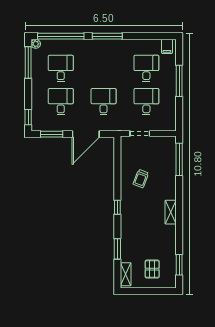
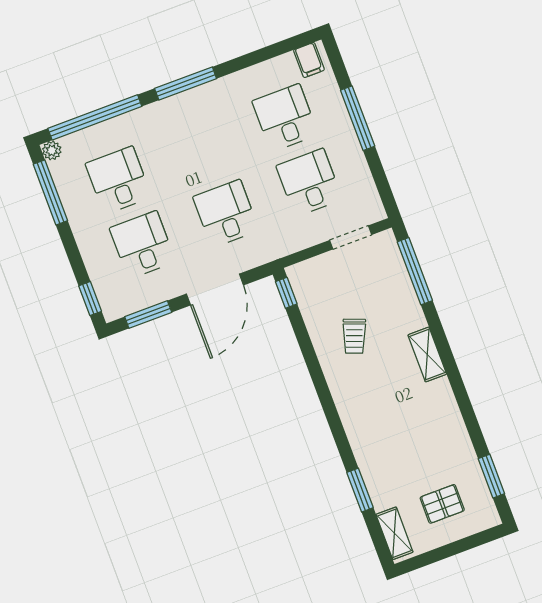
doorway: (140, 133) -> (351, 237), moved
window: (117, 207) -> (286, 293), moved
shelving: (171, 212) -> (427, 354), moved
pallet: (152, 269) -> (442, 504), turned 90

